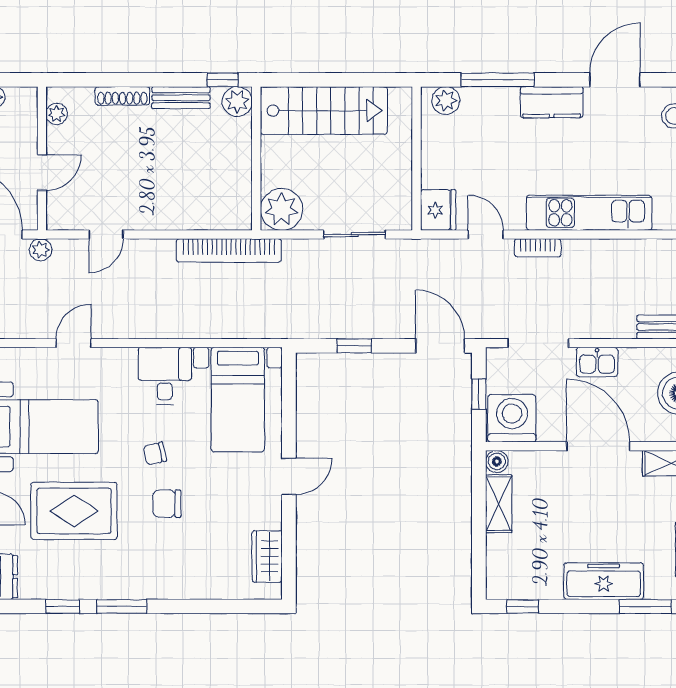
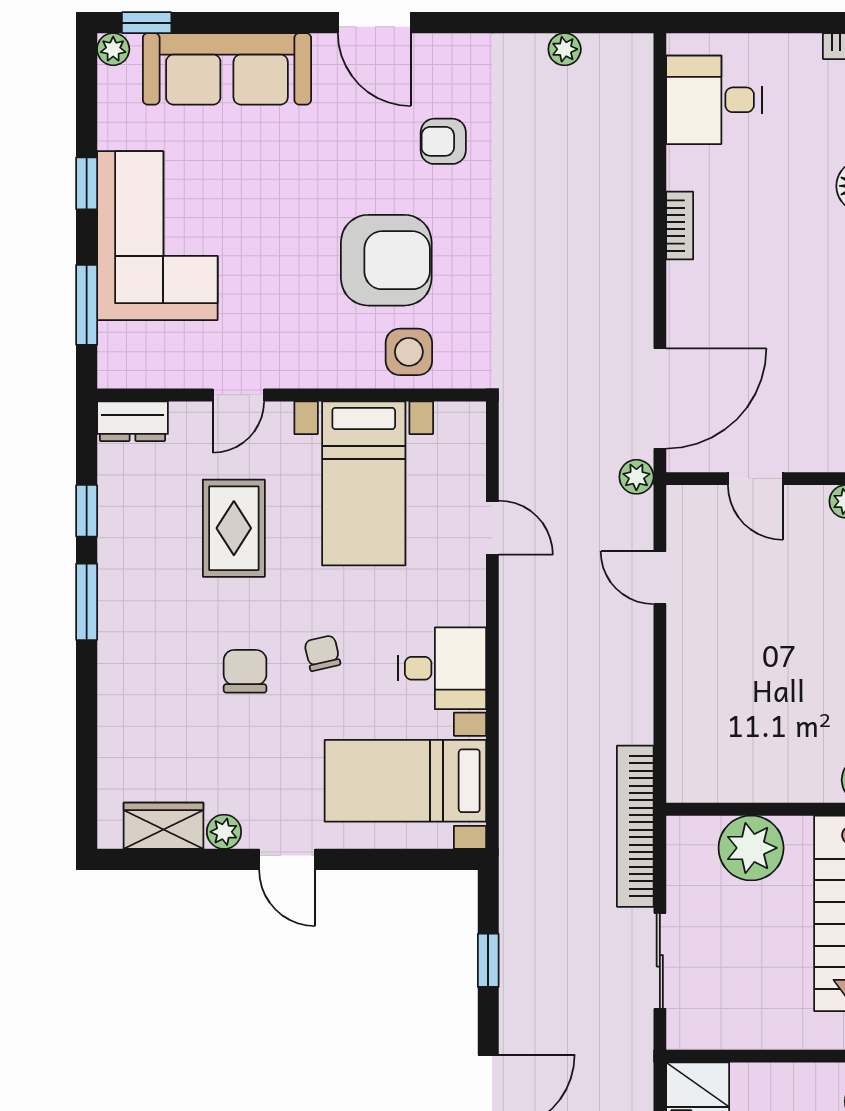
plant: (281, 209) -> (751, 848), moved
bookcase: (229, 250) -> (635, 826), moved
rug: (74, 511) -> (234, 528), width x0.73, depth x0.70
plant: (271, 517) -> (224, 832), added

